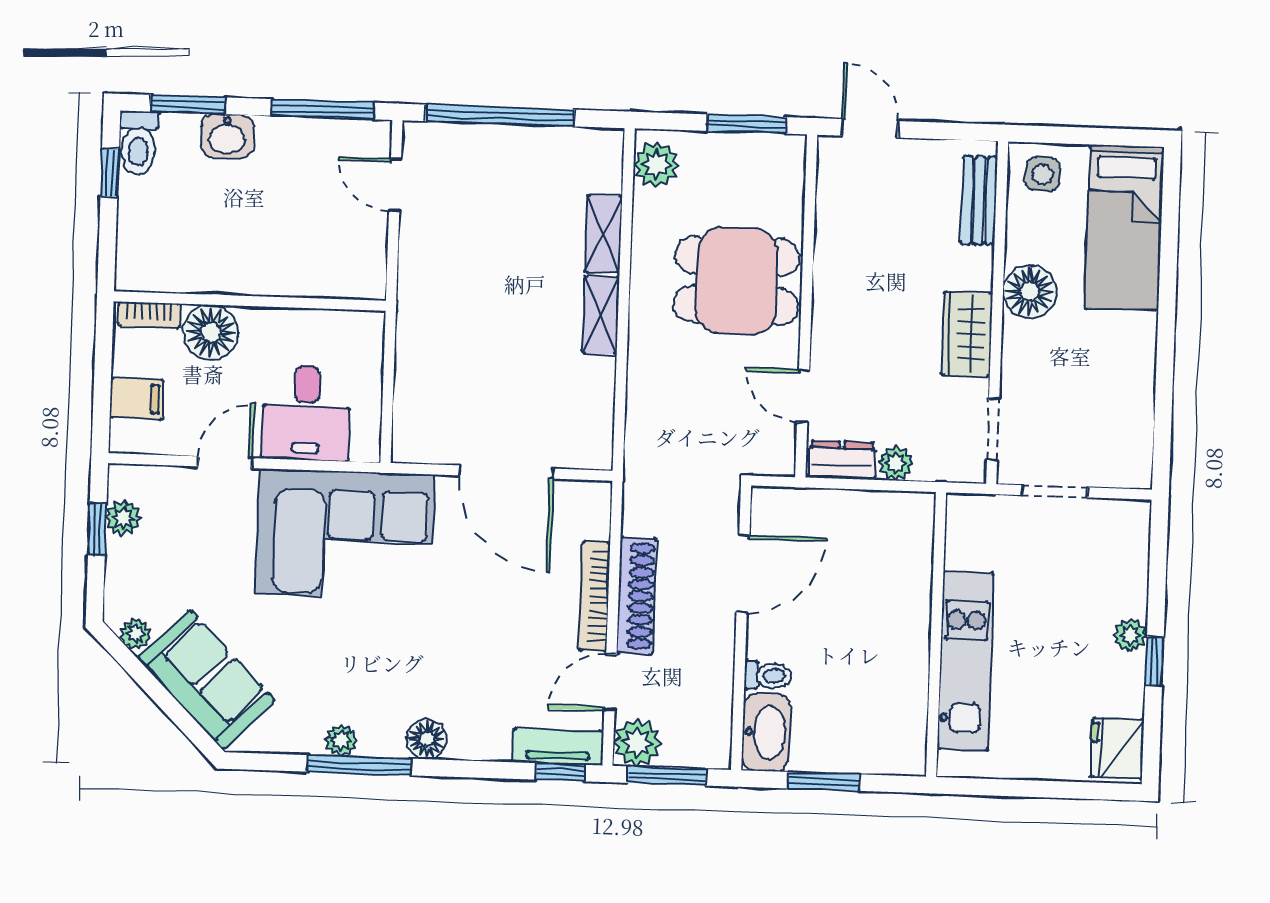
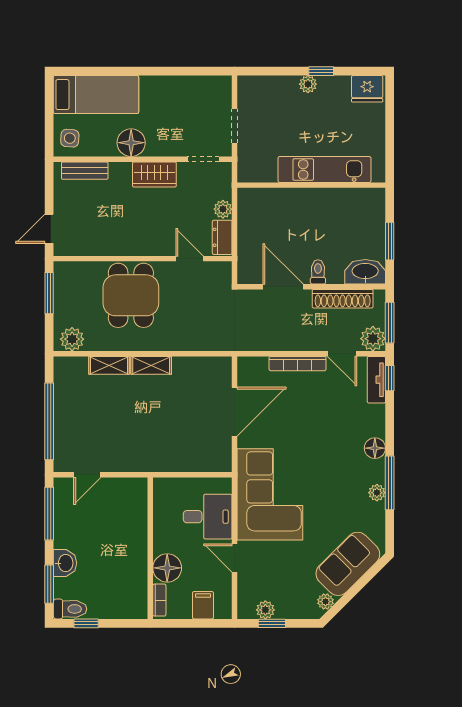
door: (803, 396) -> (190, 259), swing flipped
shoe rack: (636, 596) -> (343, 299), moved, turned 180
toilet: (768, 676) -> (318, 272), moved

